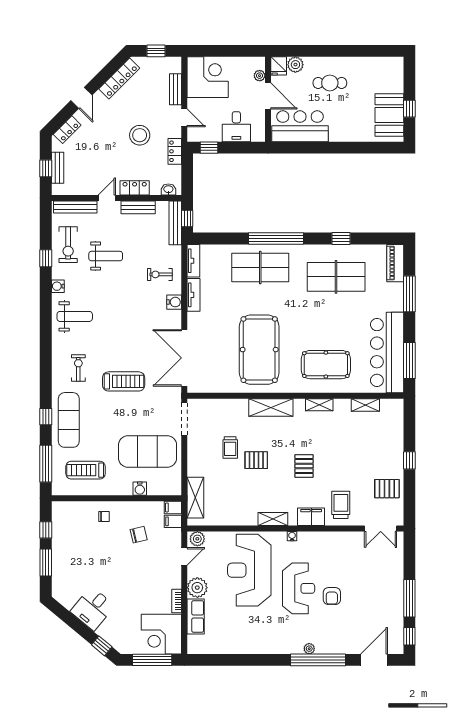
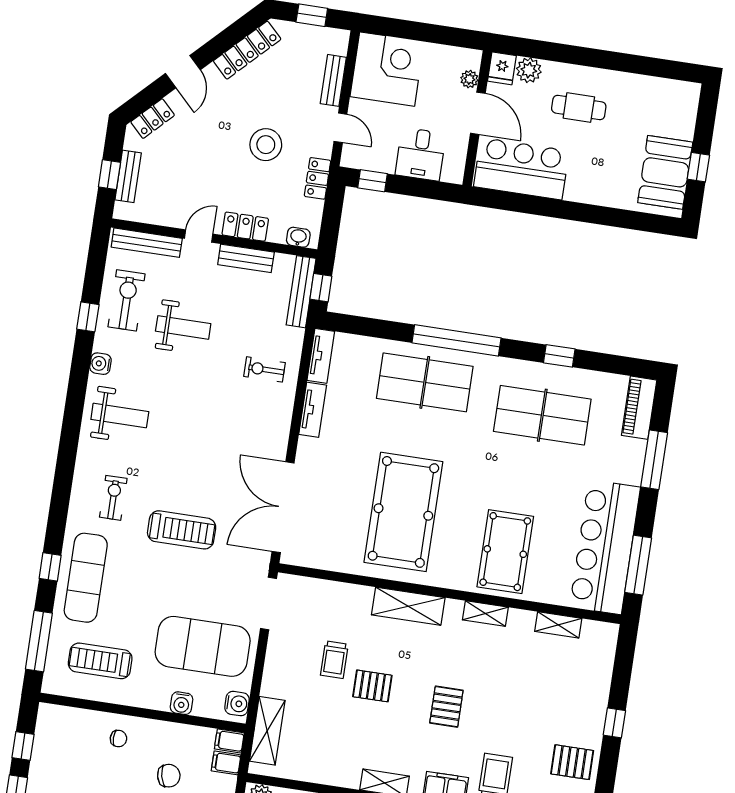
exercise bike: (68, 245) -> (127, 300), turned 180
water cooler: (174, 302) -> (237, 704), moved
pool table: (326, 365) -> (505, 552), turned 90

